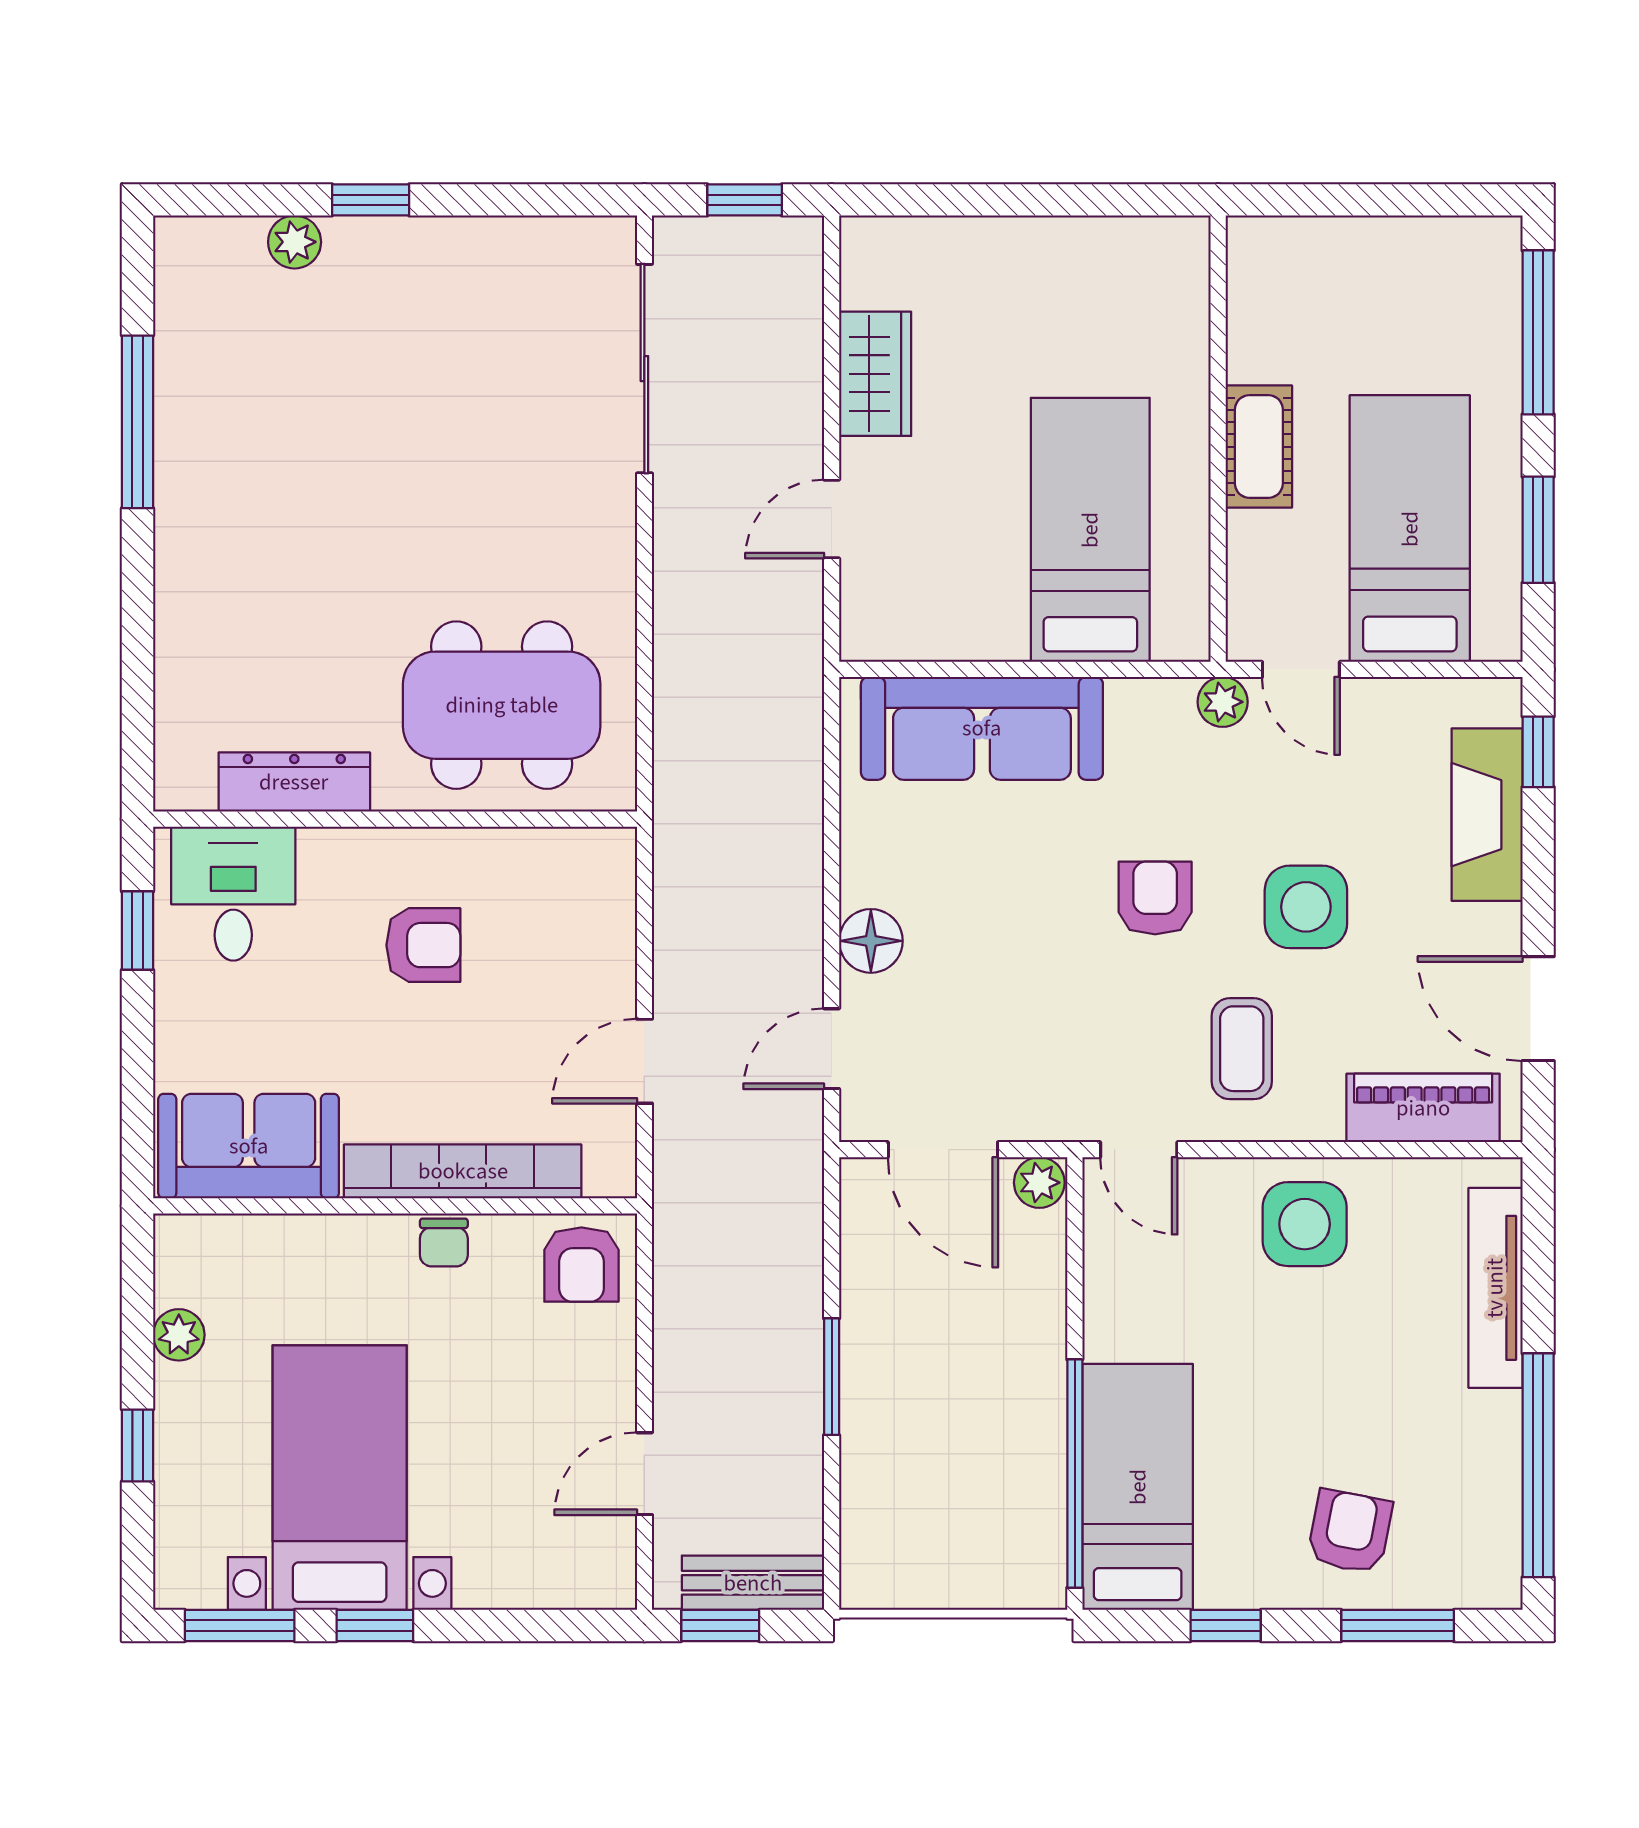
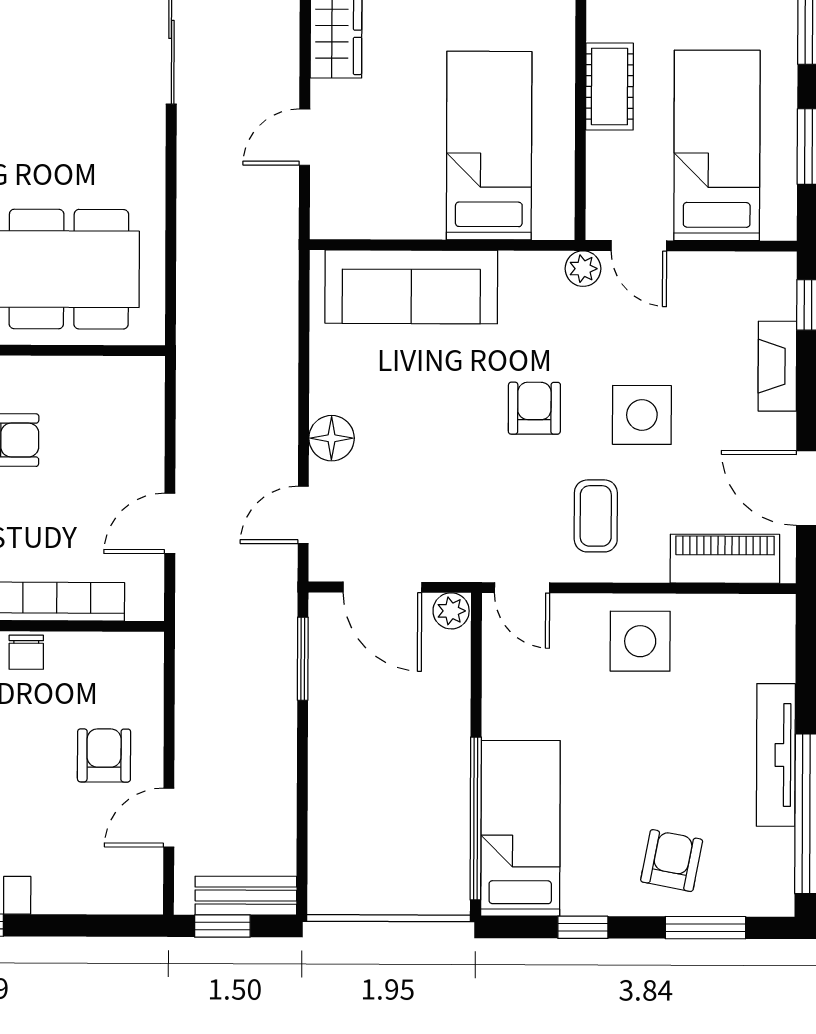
fireplace: (1487, 815) -> (777, 366), width x0.73, depth x0.76
armchair: (581, 1265) -> (104, 755), moved, turned 180
tv unit: (1495, 1288) -> (776, 755), moved
window: (832, 1377) -> (303, 659), moved

